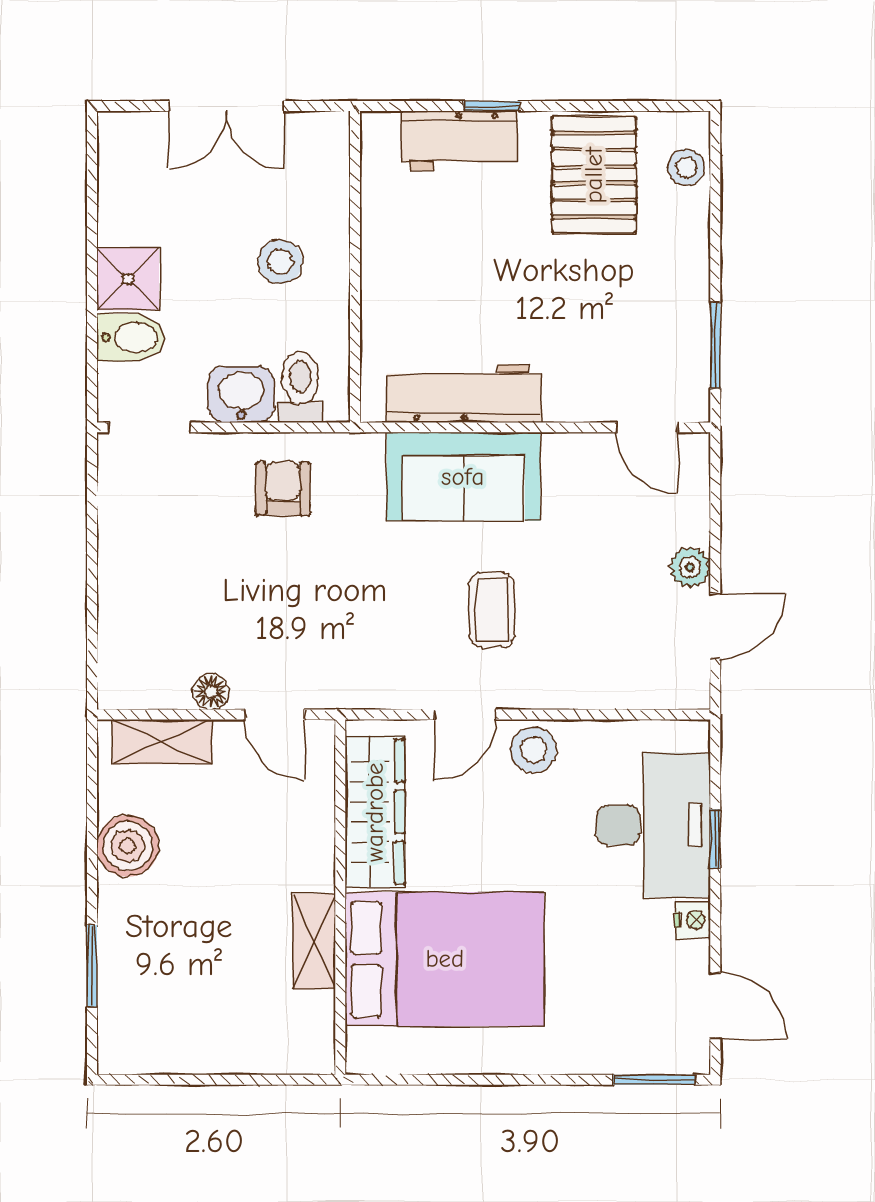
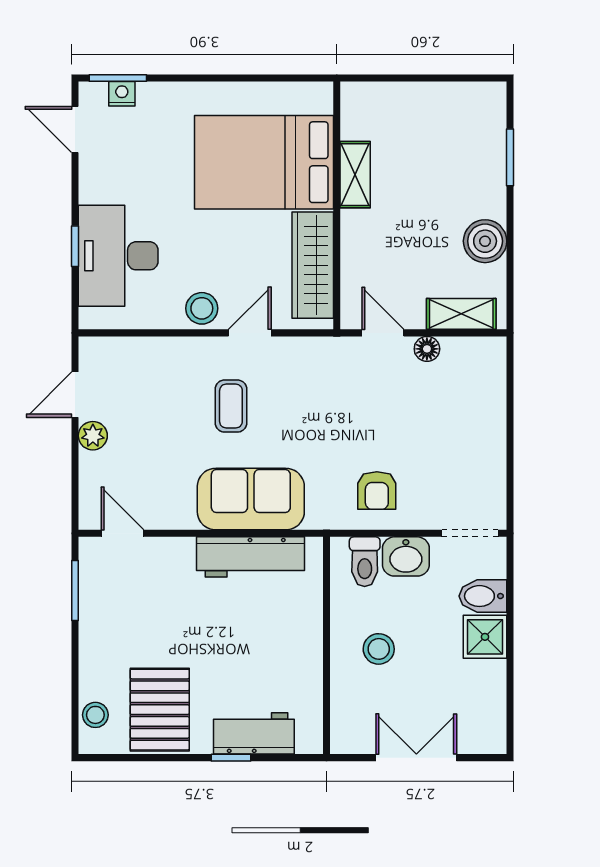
nightstand: (693, 920) -> (122, 94), moved, turned 90

